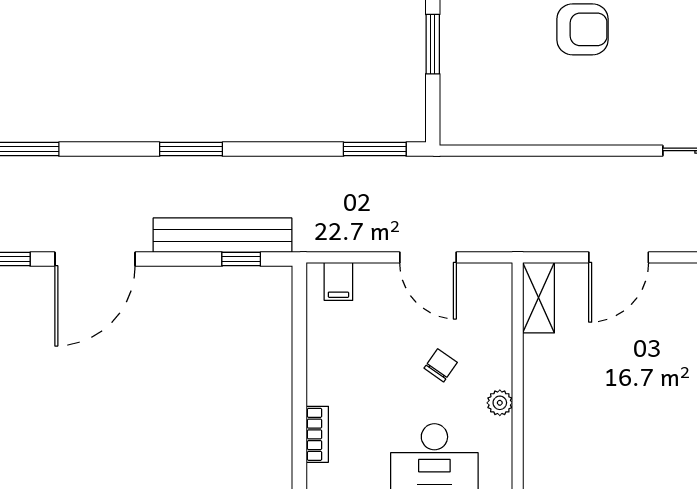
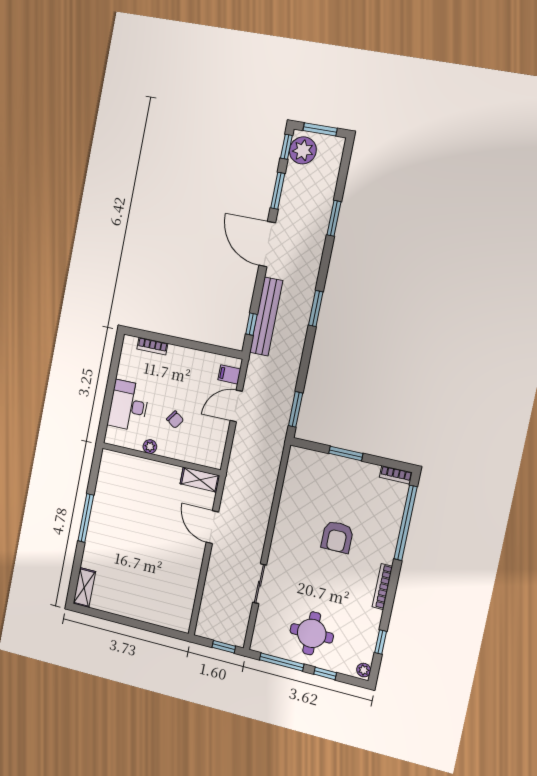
door: (428, 257) -> (236, 406), moved

